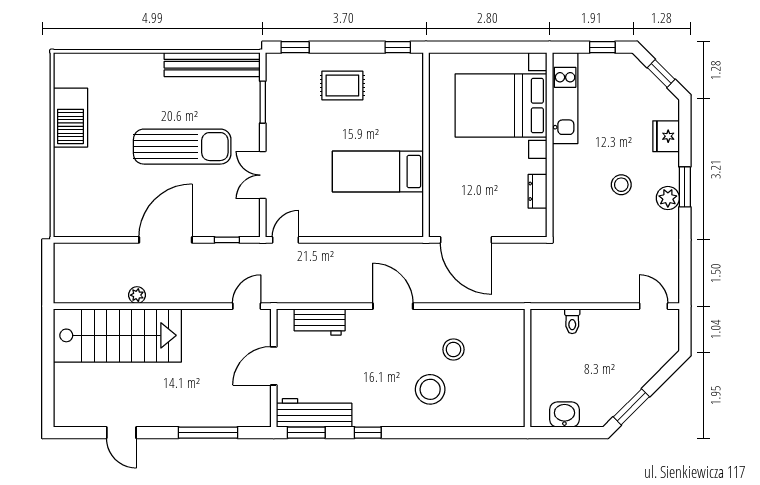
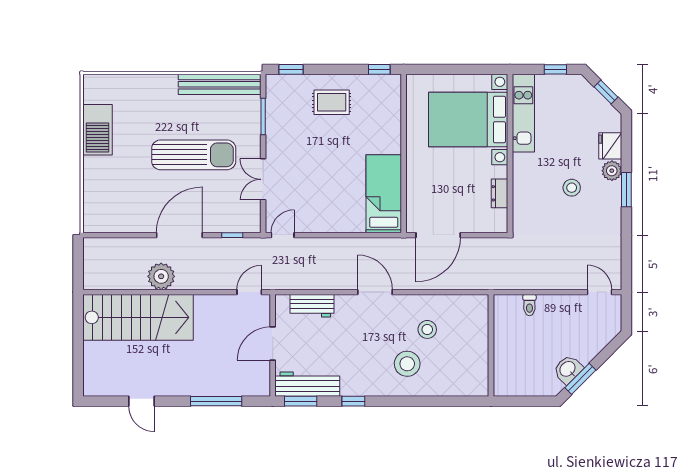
bed: (378, 171) -> (384, 194), moved, turned 90
plant: (668, 198) -> (612, 171), moved
door: (466, 240) -> (438, 235), hinge flipped
plant: (137, 295) -> (161, 276), width x1.88, depth x1.88
washbasin: (564, 415) -> (568, 369), moved, turned -45

